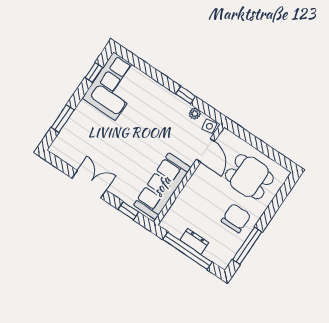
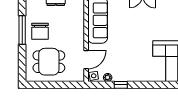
door: (206, 150) -> (86, 60), swing flipped
window: (247, 246) -> (22, 30), moved

